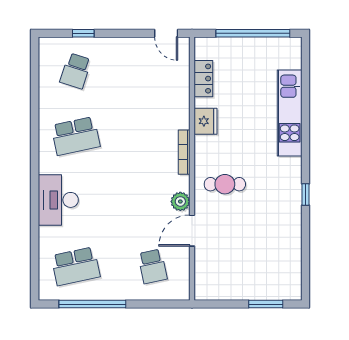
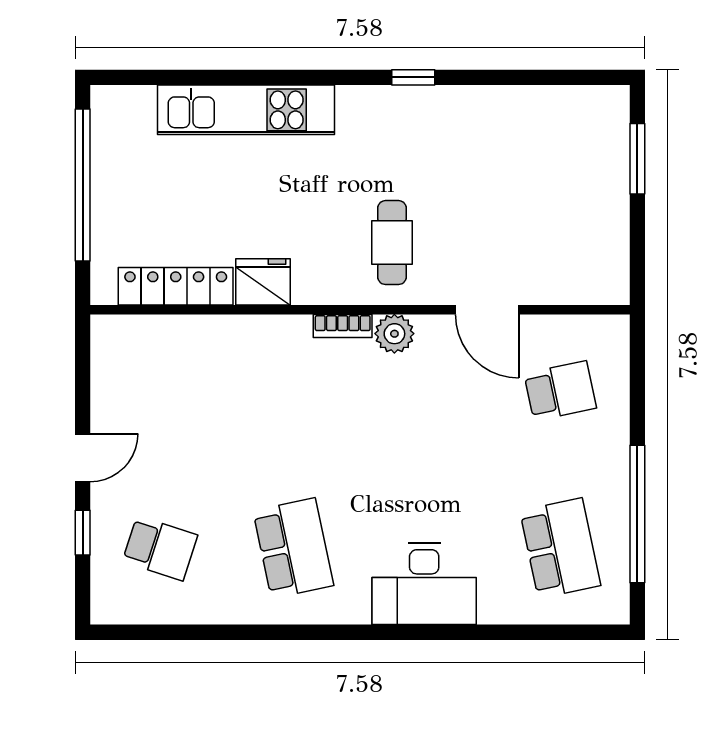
door: (166, 33) -> (83, 458), moved
locker: (203, 79) -> (176, 286), width x1.53
bookcase: (184, 152) -> (343, 326), width x0.64
plant: (180, 201) -> (394, 334), moved

